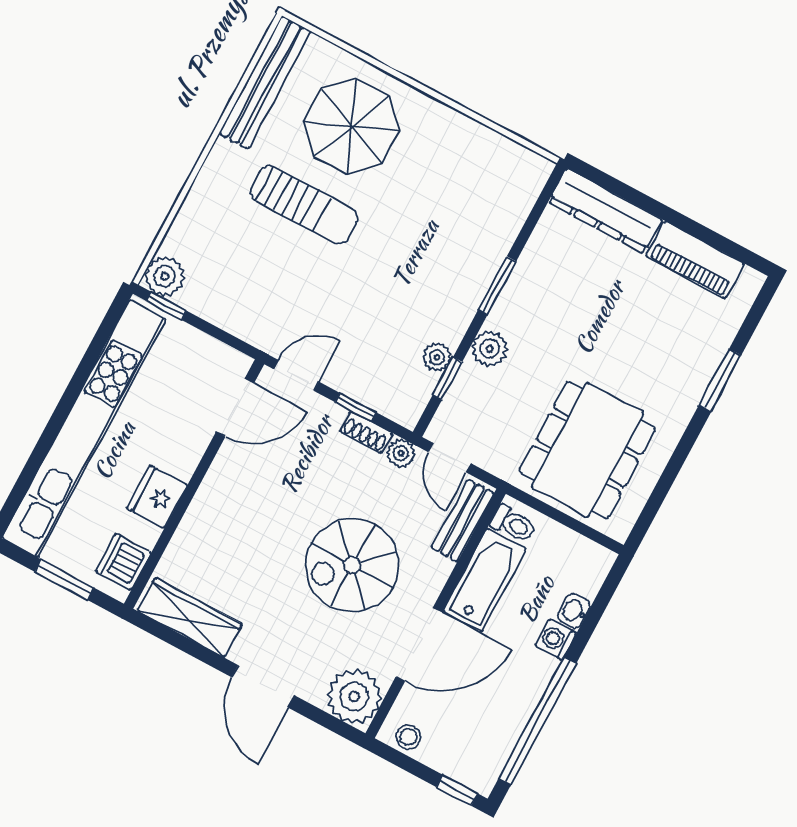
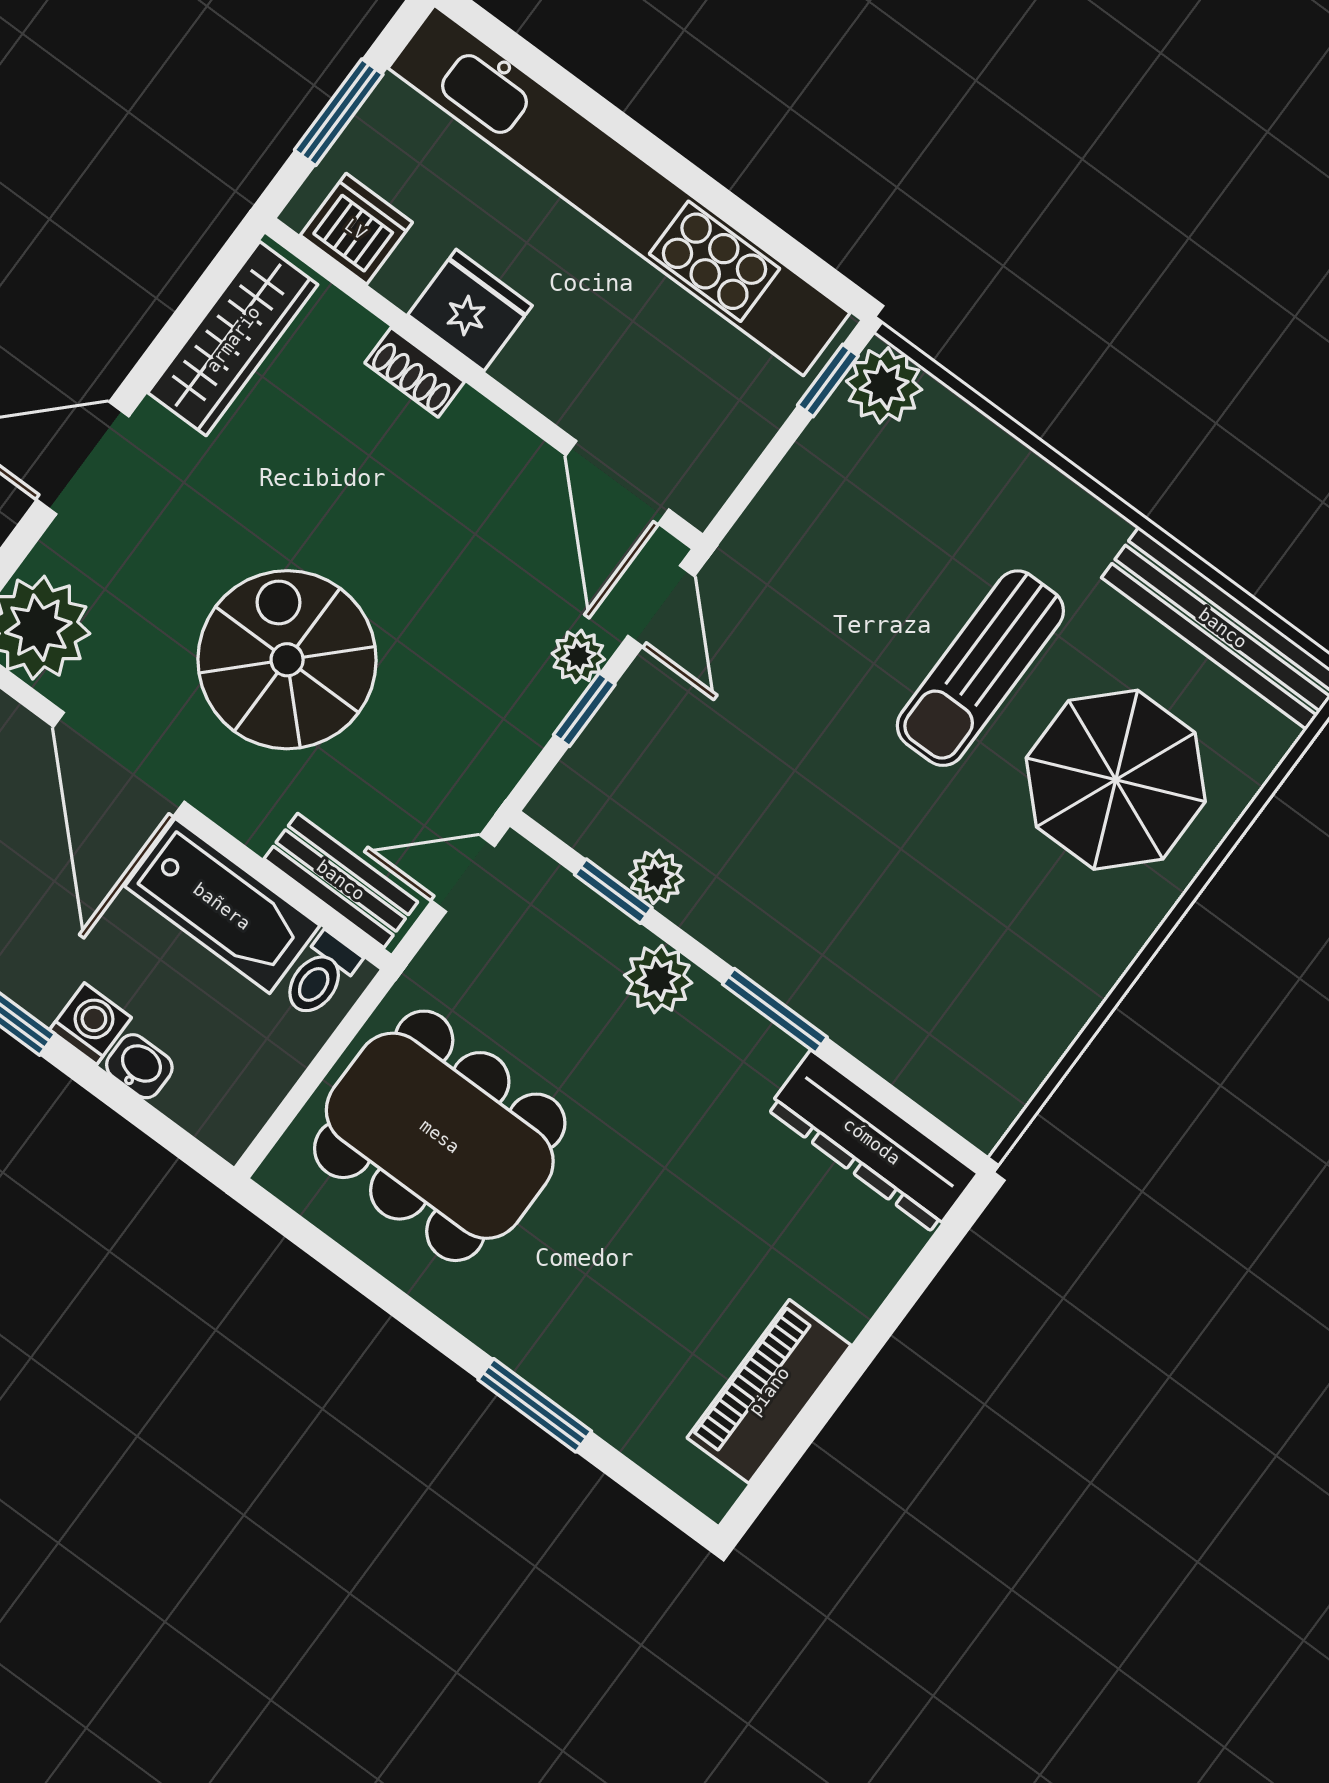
dresser: (605, 211) -> (872, 1141), moved, turned -90
shoe rack: (366, 432) -> (415, 372), moved, turned -90
plant: (401, 453) -> (578, 656), moved

